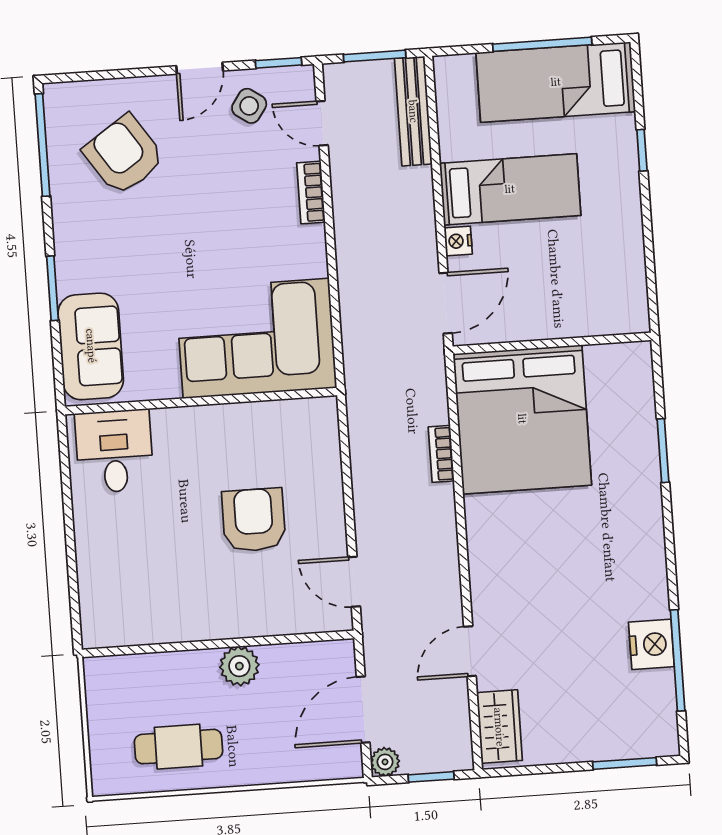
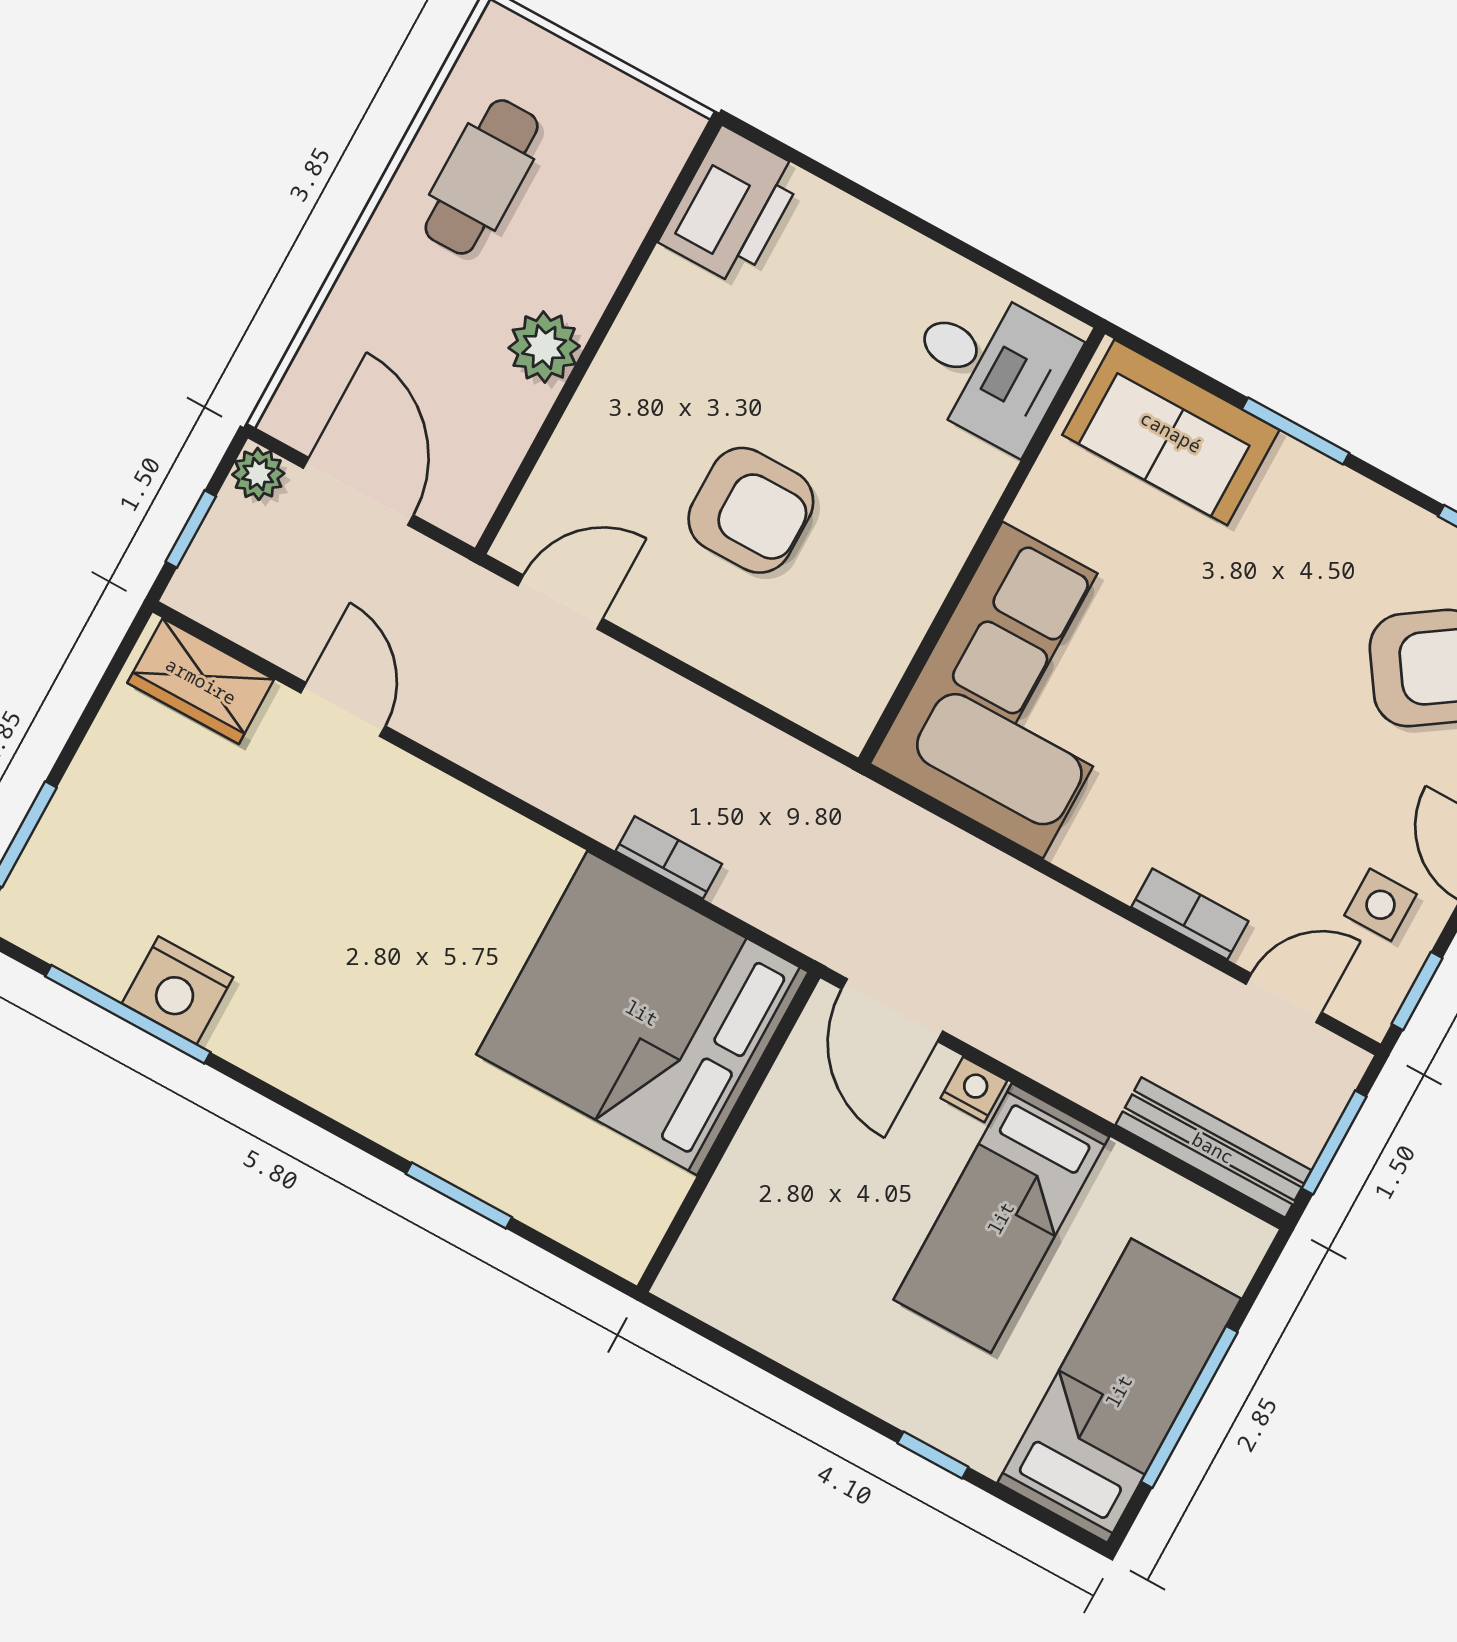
side table: (249, 106) -> (1381, 905), turned -35
printer: (117, 620) -> (732, 206), added

